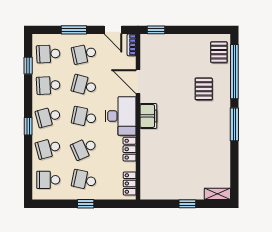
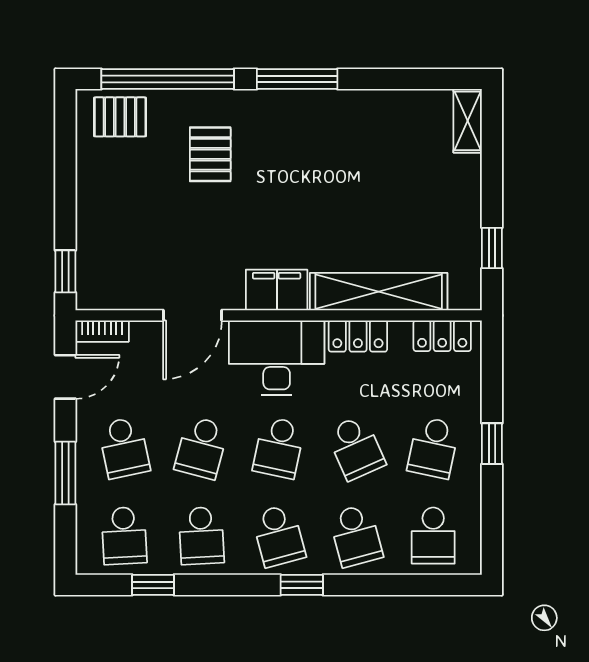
pallet: (204, 89) -> (210, 154), turned 90
shelving: (148, 158) -> (379, 292), added
window: (187, 204) -> (492, 248), moved

